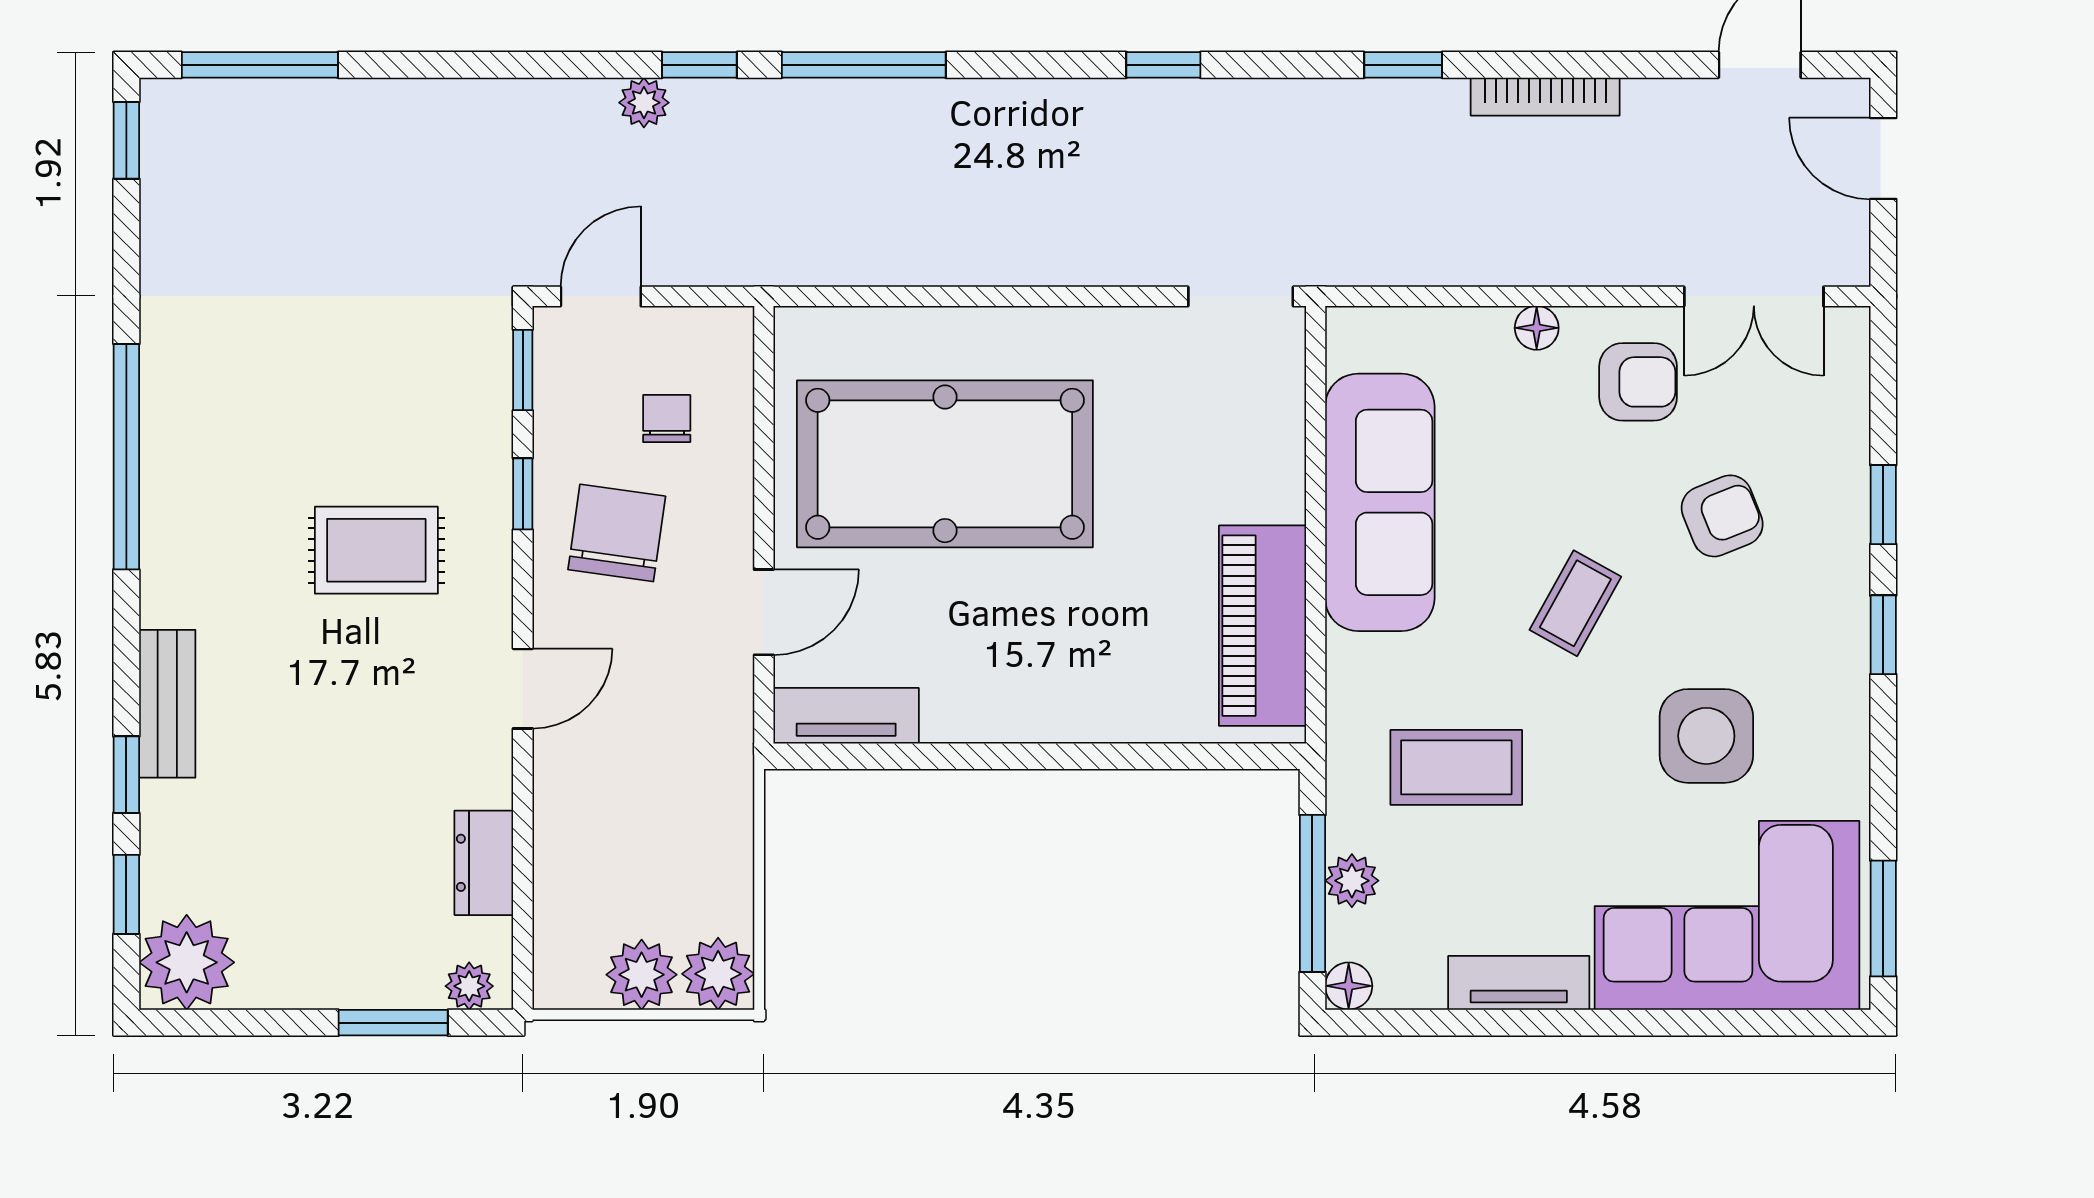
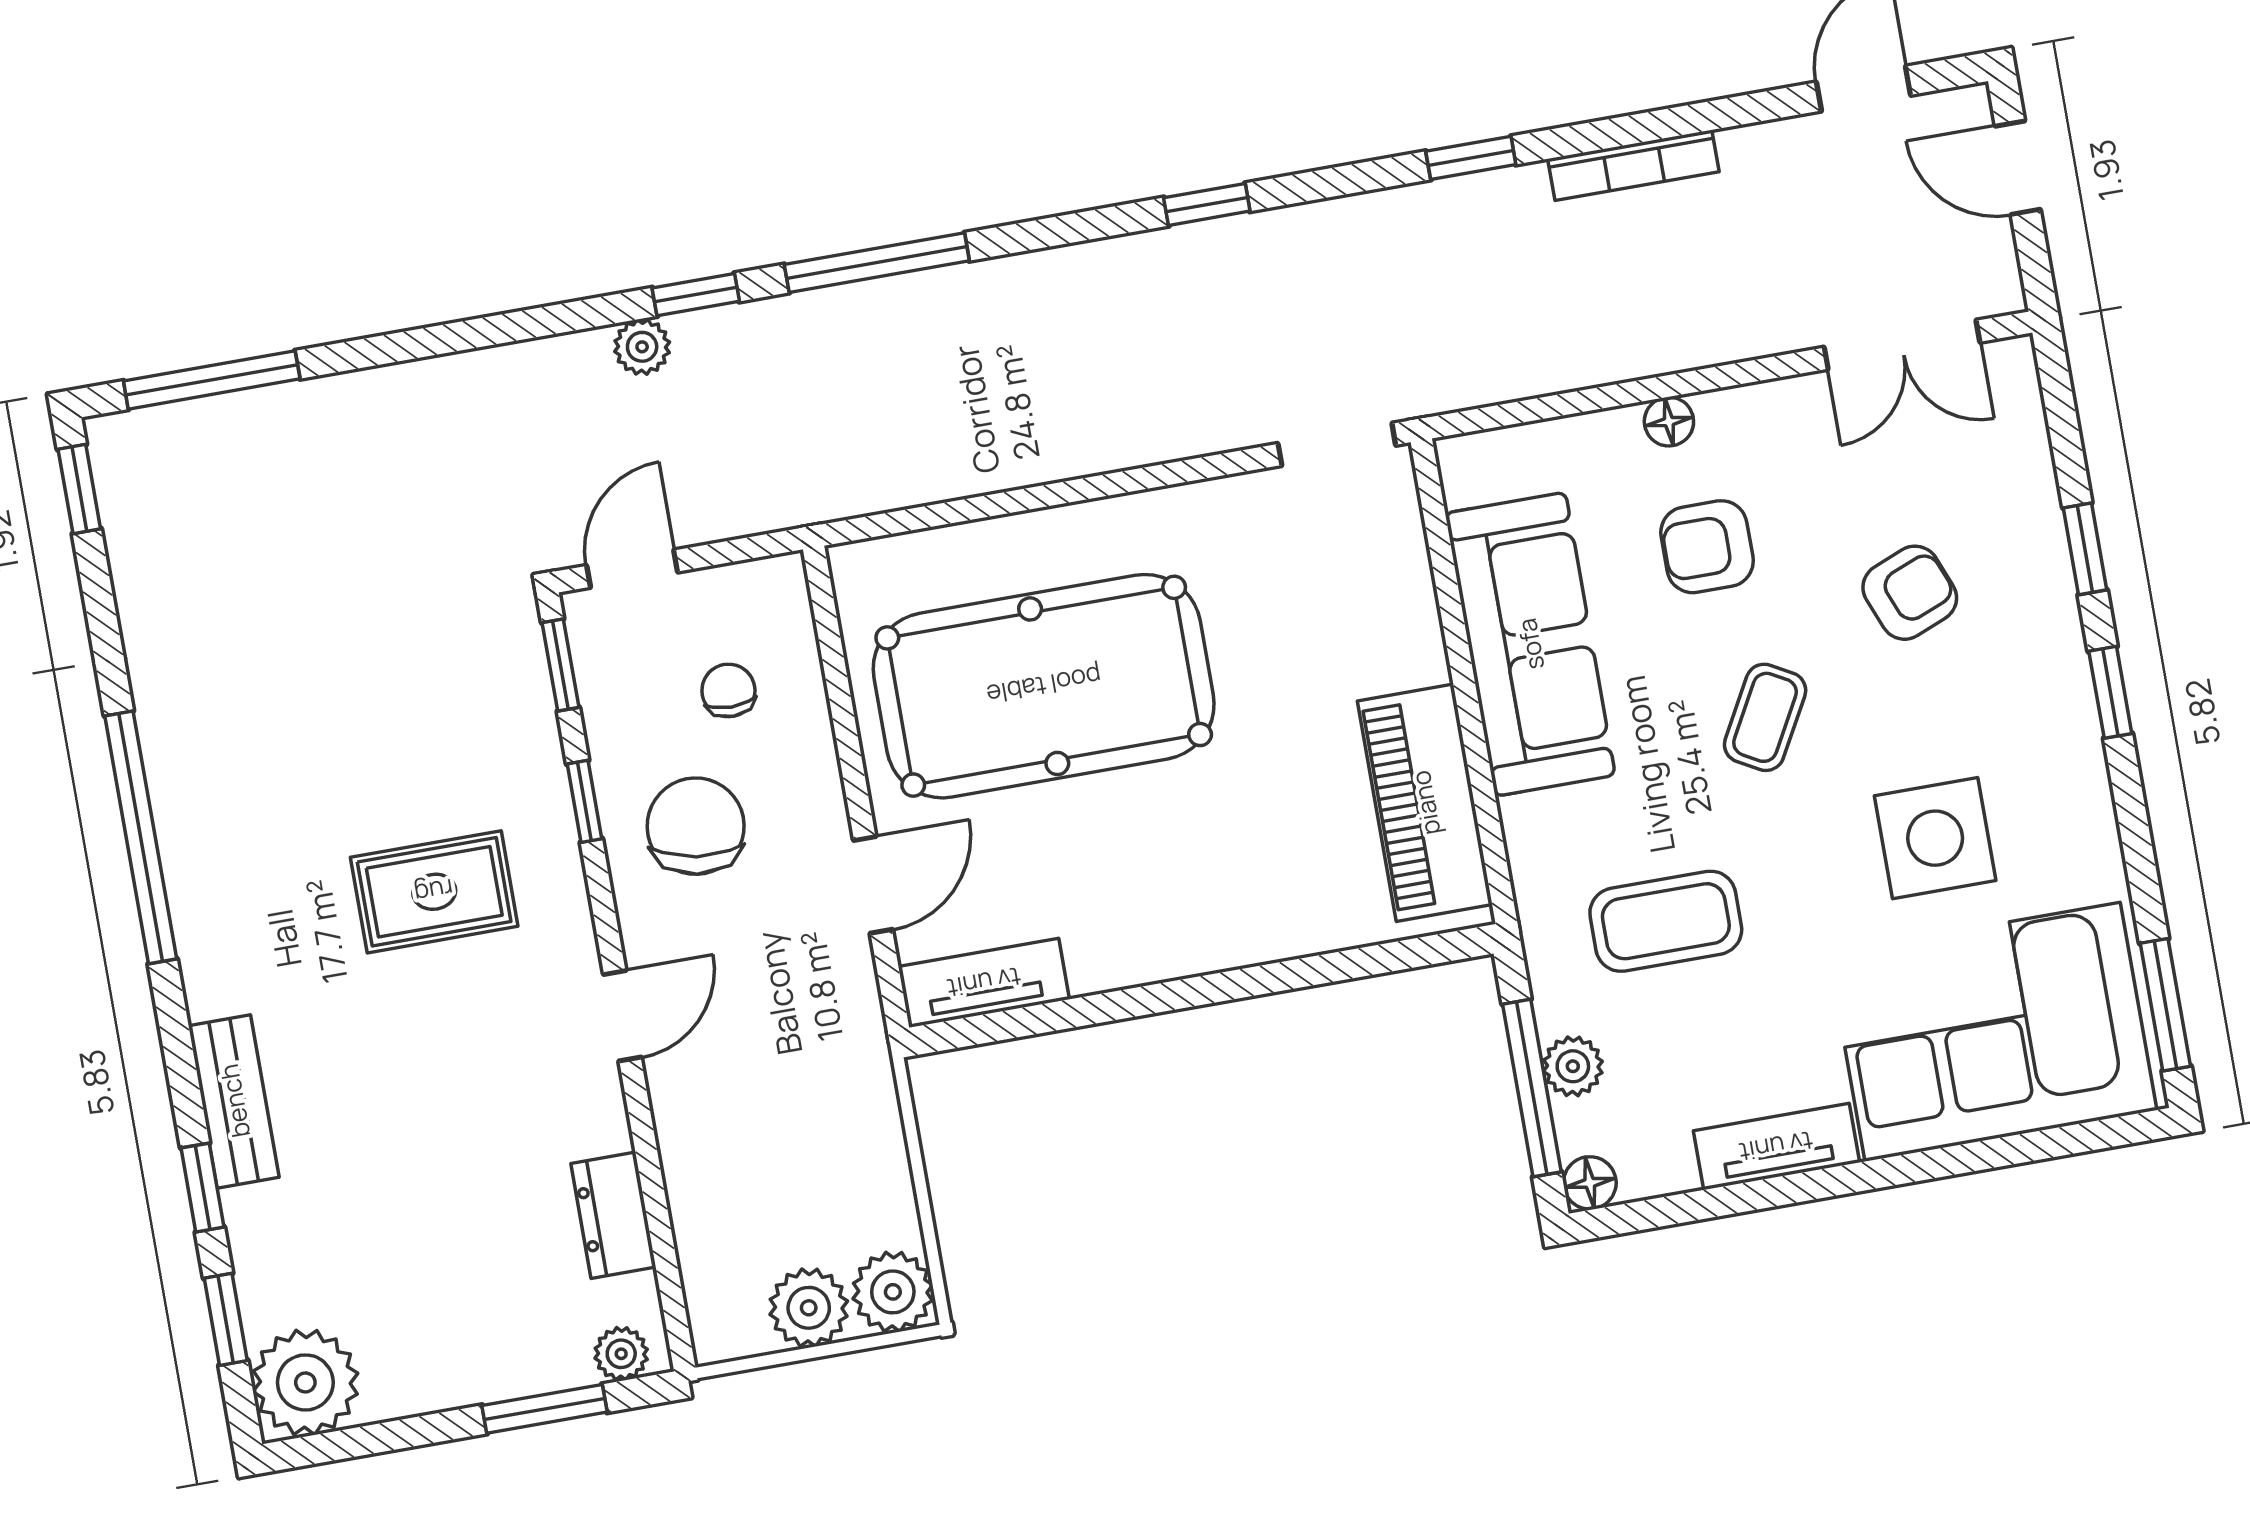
armchair: (1638, 382) -> (1707, 547), moved, turned 180

